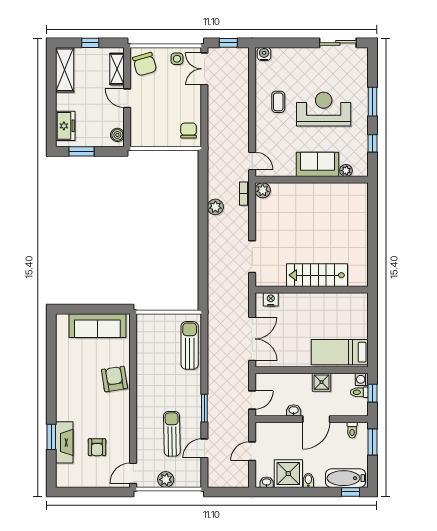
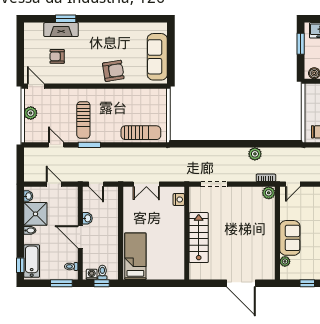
door: (373, 224) -> (241, 283), added
double door: (252, 339) -> (146, 184), width x0.73
washing machine: (362, 379) -> (92, 274), moved
shower: (321, 382) -> (111, 241), removed
sun lounger: (172, 434) -> (83, 120), moved, turned 91

